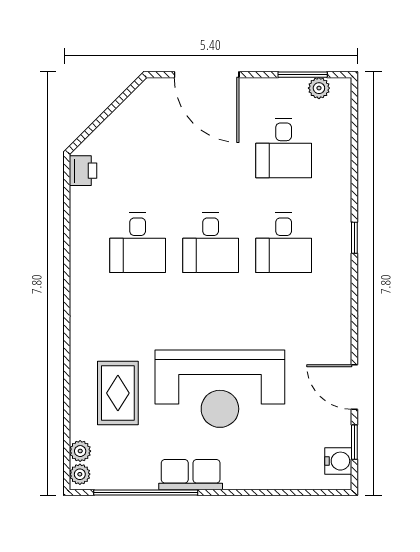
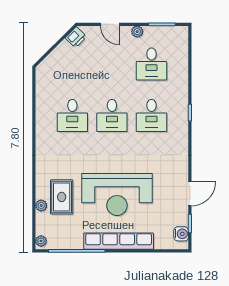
door: (207, 75) -> (110, 24), width x0.53
plant: (319, 88) -> (137, 32), moved
printer: (83, 171) -> (76, 37), moved, turned 45
door: (354, 387) -> (190, 194), swing flipped
plant: (80, 451) -> (41, 205), moved
row of seats: (191, 475) -> (119, 241), width x2.02

